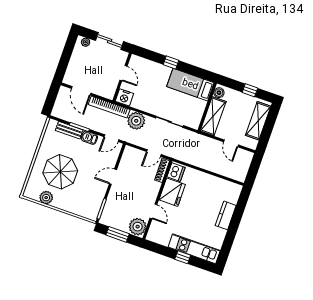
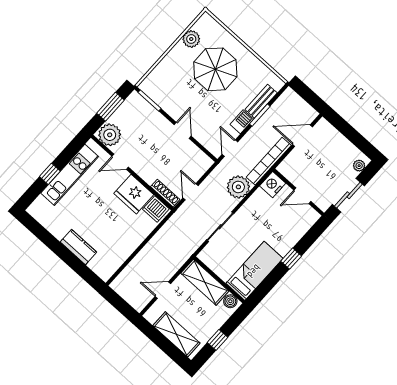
kitchen unit: (194, 249) -> (70, 175), moved

